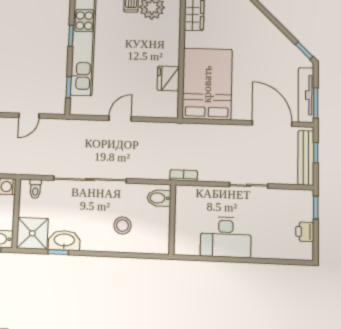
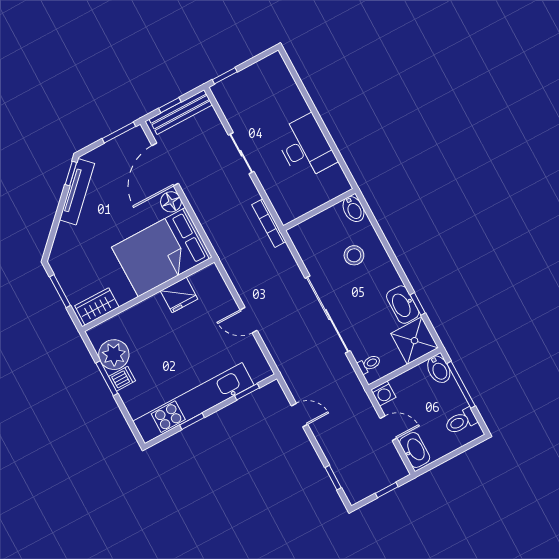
tv unit: (306, 95) -> (77, 192), moved, turned -45
floor lamp: (241, 112) -> (171, 202), added
bookcase: (184, 175) -> (269, 223), width x1.56
bidet: (159, 198) -> (354, 209), moved
printer: (305, 232) -> (255, 73), removed

